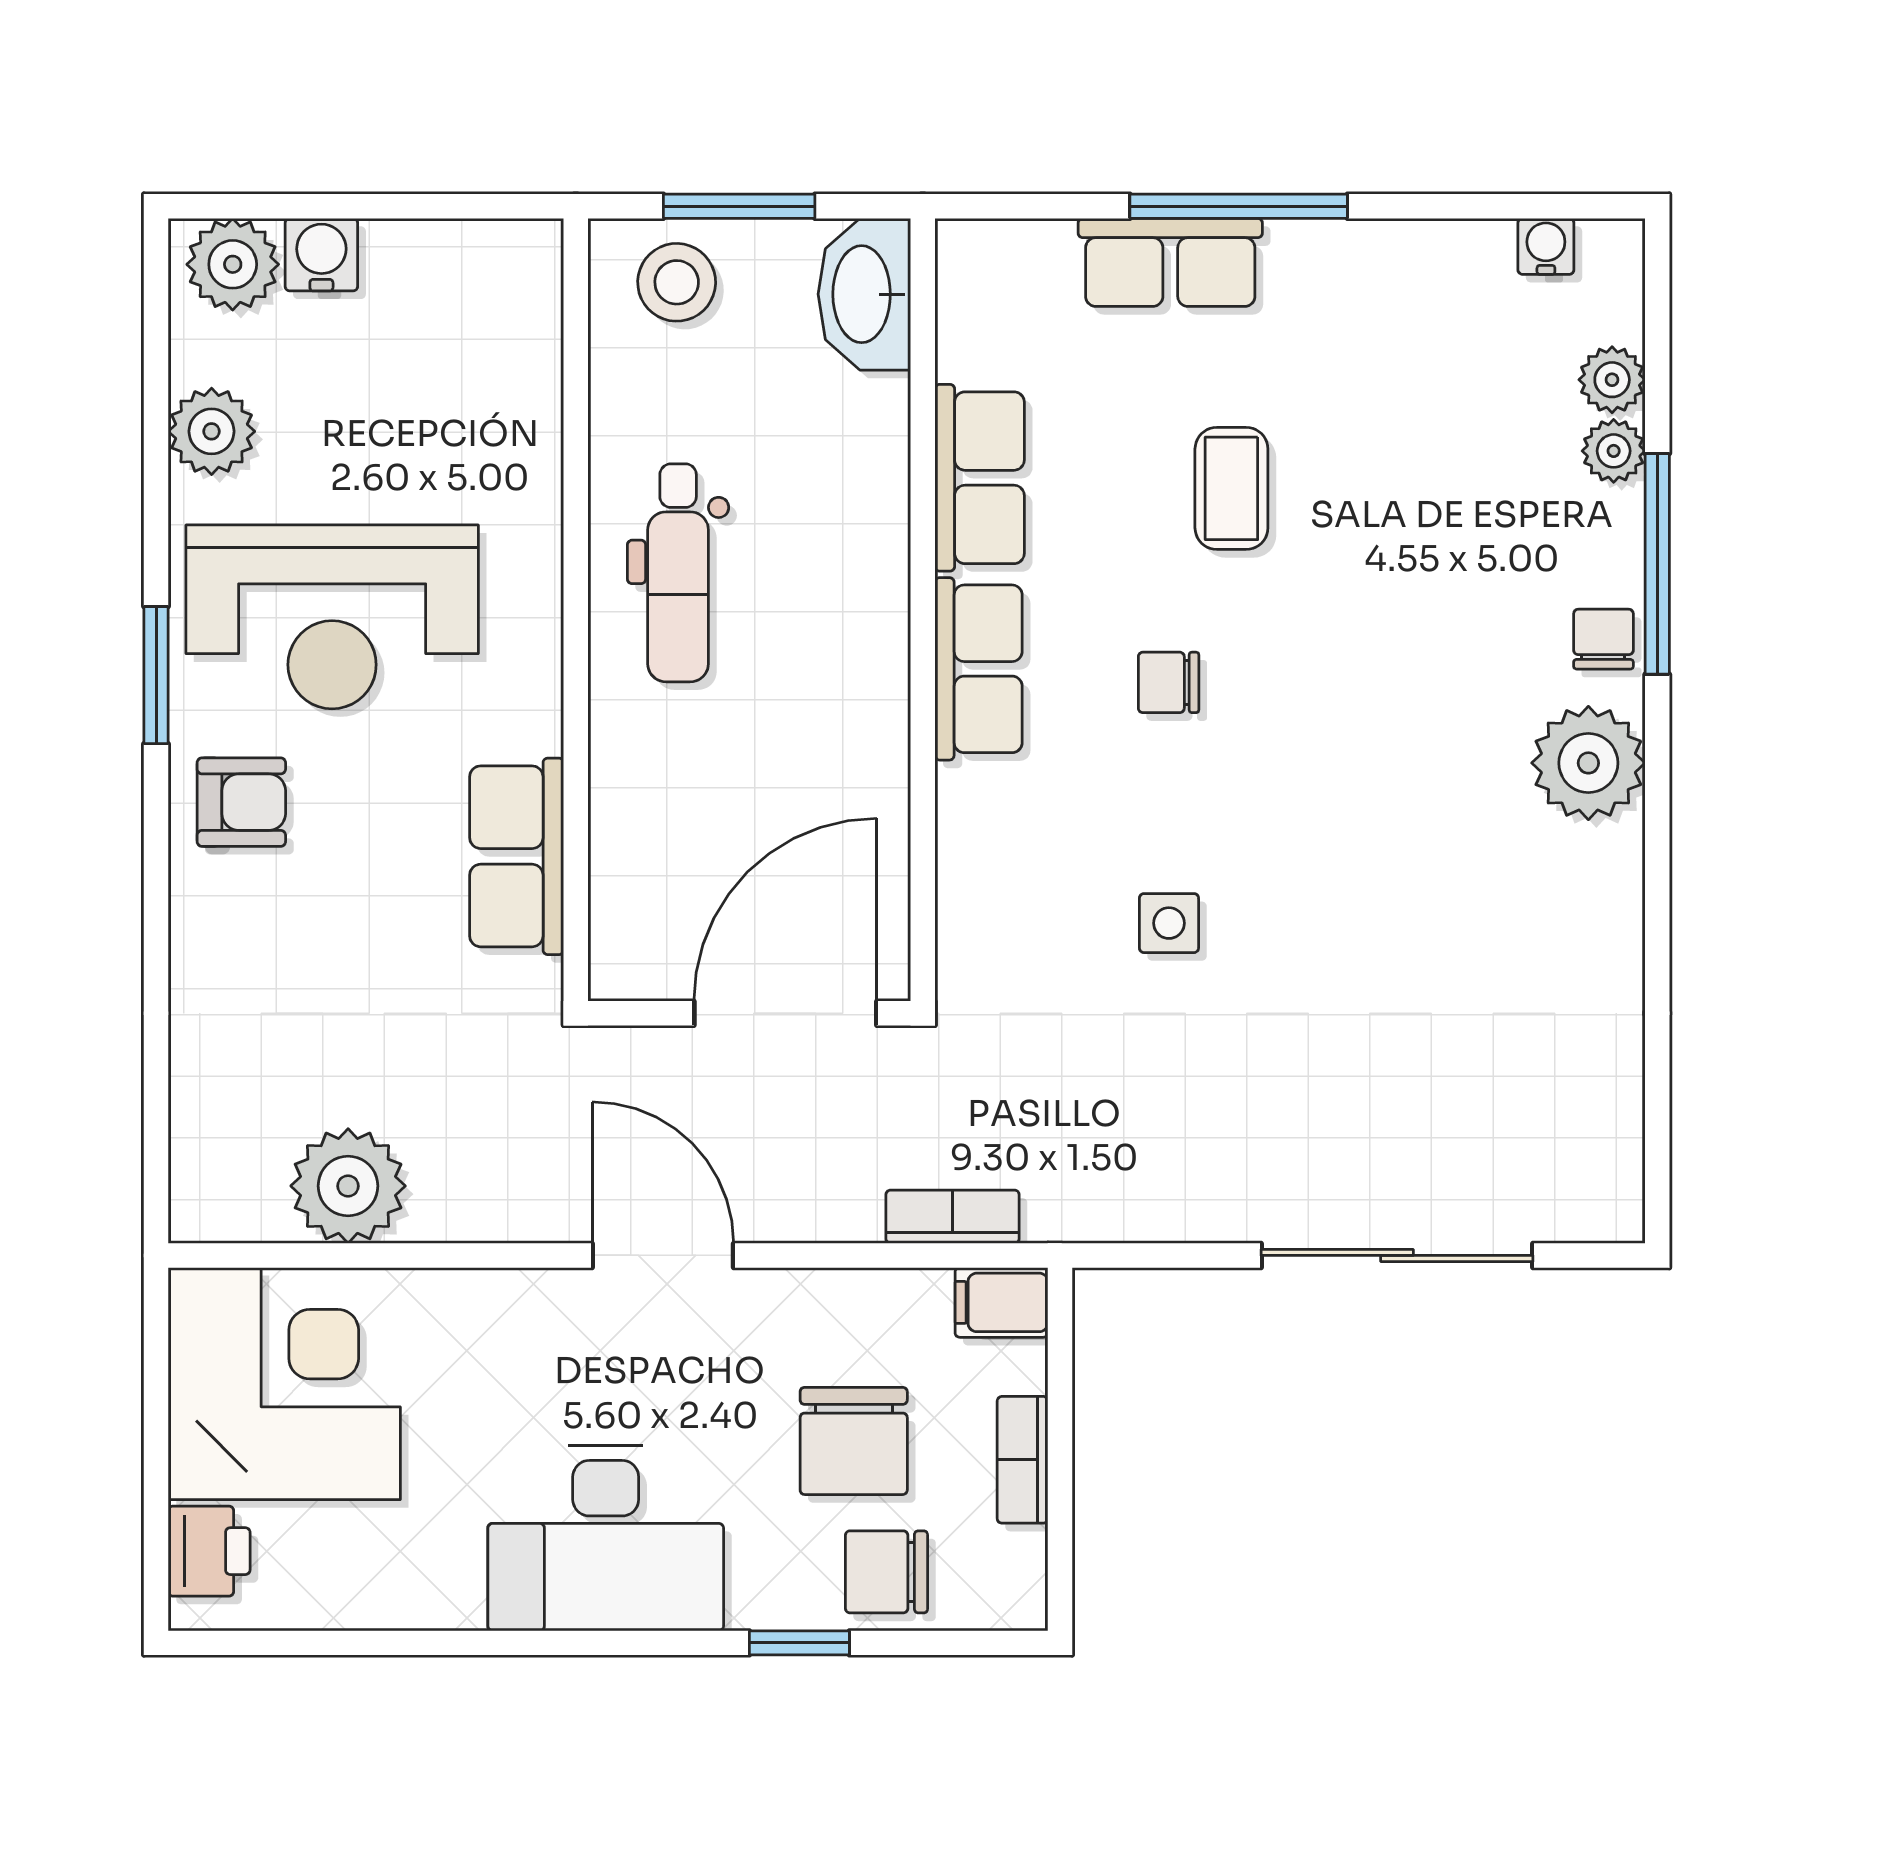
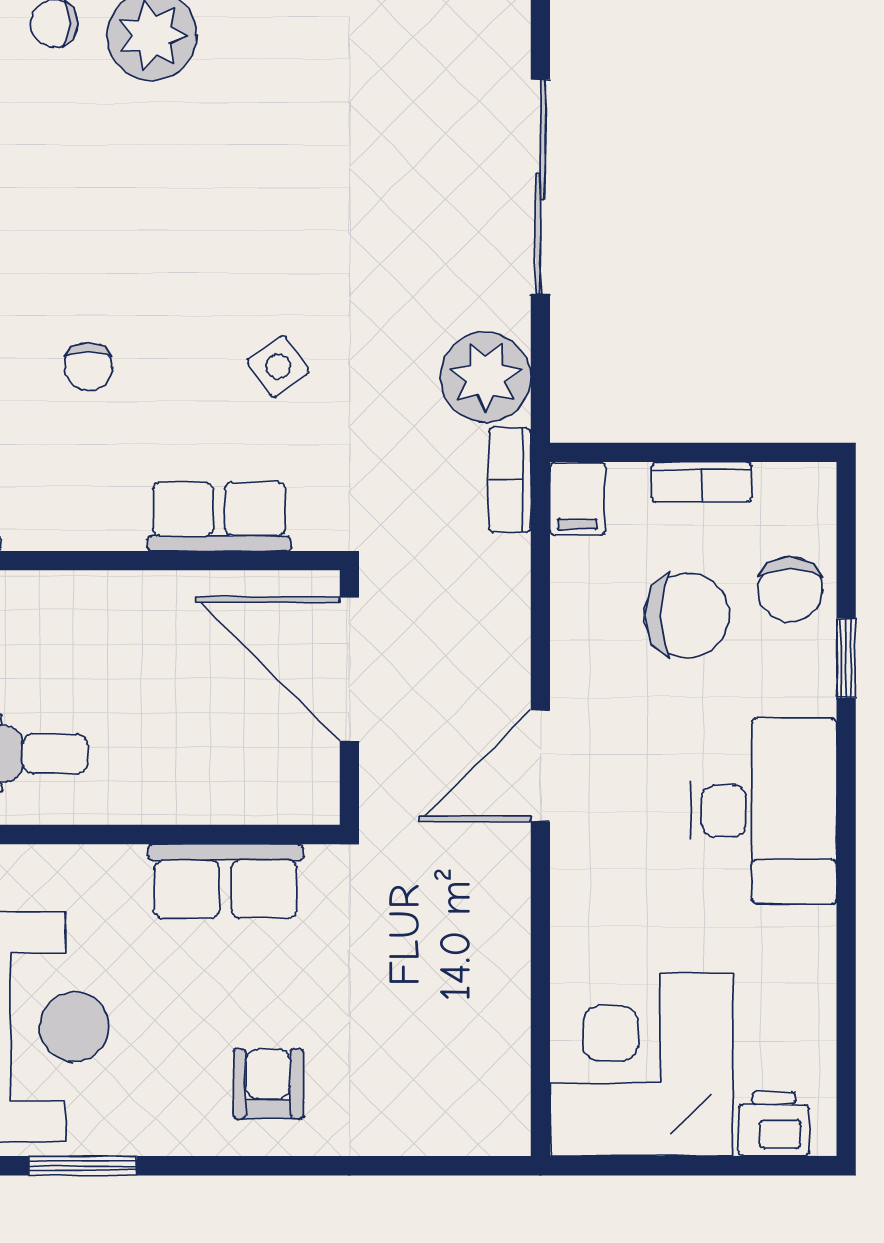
row of seats: (979, 669) -> (219, 517), moved
armchair: (241, 802) -> (268, 1084), moved
side table: (1169, 923) -> (278, 366), turned -35
plant: (348, 1186) -> (486, 377), moved
bookcase: (953, 1217) -> (510, 480), moved

